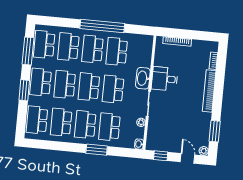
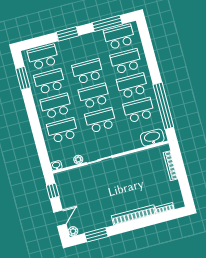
window: (102, 26) -> (163, 106), moved
washbasin: (143, 78) -> (152, 138), moved
desk: (165, 79) -> (129, 167), removed
school desk: (41, 82) -> (81, 47), removed
window: (97, 150) -> (23, 78), moved

